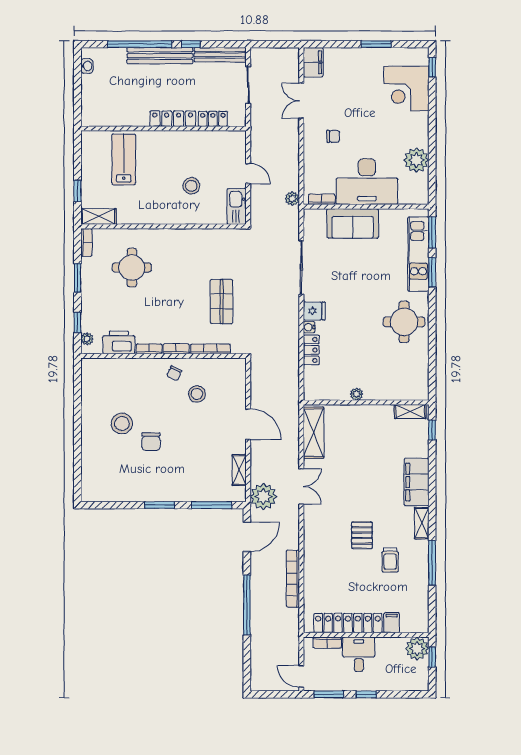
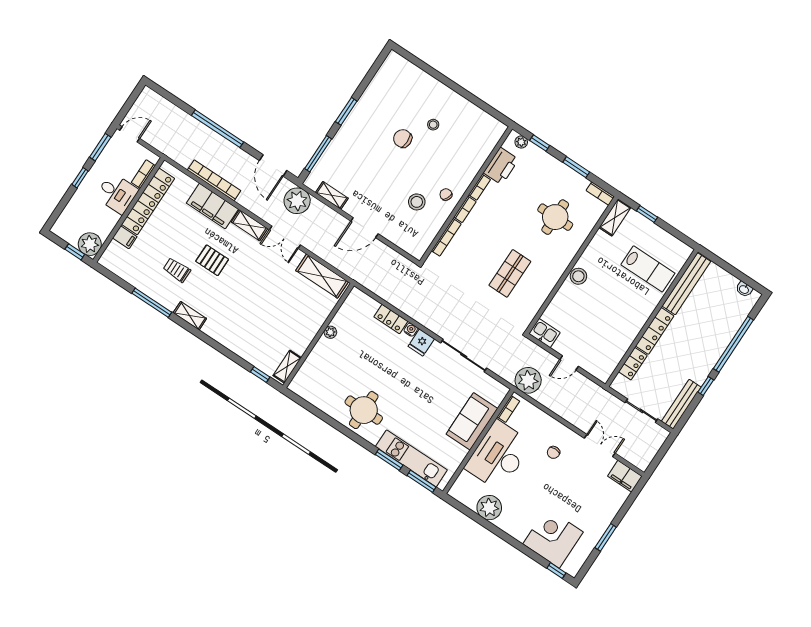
bench: (160, 56) -> (686, 284), moved
stool: (191, 186) -> (578, 276), moved
plant: (292, 199) -> (528, 380), width x1.88, depth x1.88
kitchen sink: (237, 206) -> (544, 333), width x0.73
shop shelf: (222, 302) -> (510, 273), moved, turned 90
stool: (122, 424) -> (433, 125), width x0.53, depth x0.53
filing cabinet: (416, 482) -> (212, 206), moved, turned 180
shelving: (311, 523) -> (250, 225), added

